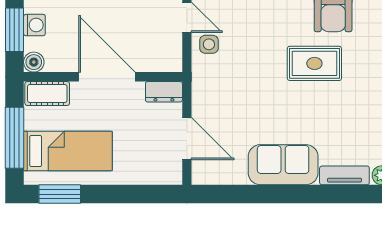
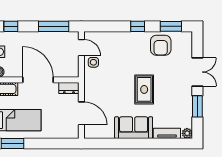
rug: (314, 63) -> (144, 89), moved, turned 90

